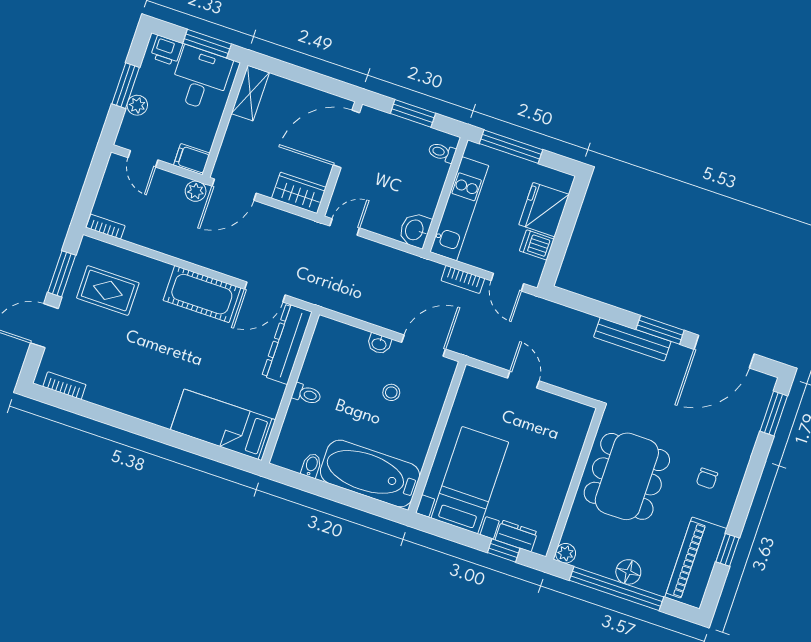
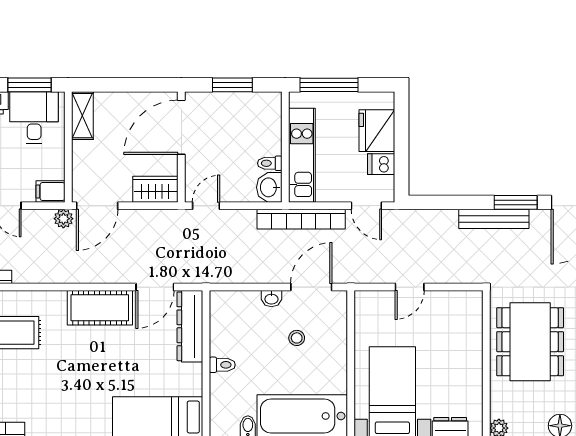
toilet: (442, 152) -> (270, 163), moved
bookcase: (463, 279) -> (301, 219), width x2.31, depth x1.31
door: (523, 379) -> (410, 287), swing flipped

